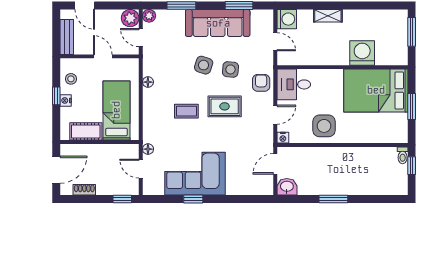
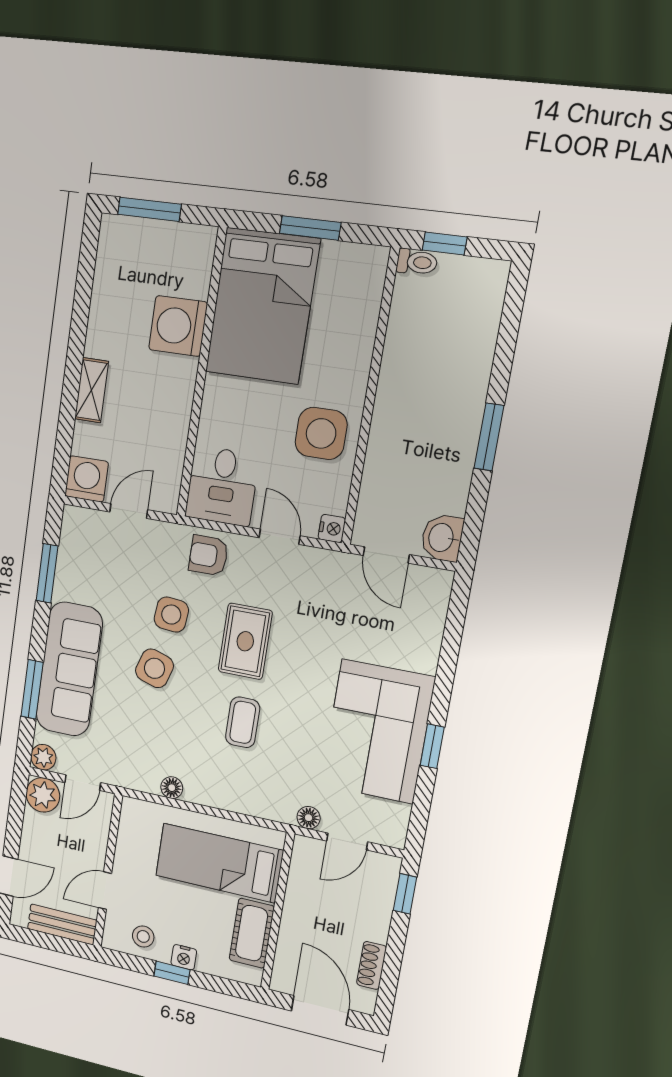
sofa: (218, 23) -> (69, 669), moved
door: (103, 56) -> (105, 891), moved

